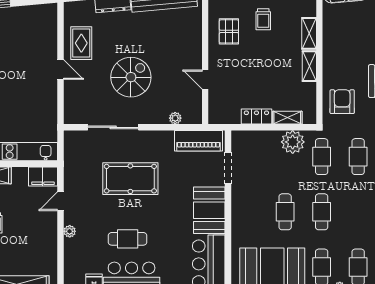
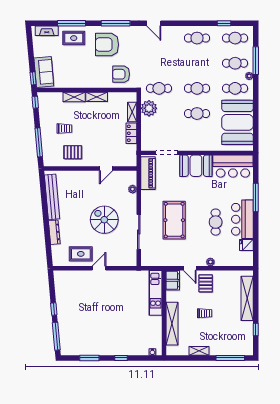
cafe table: (358, 157) -> (159, 63), removed
pallet: (38, 224) -> (206, 283), added

